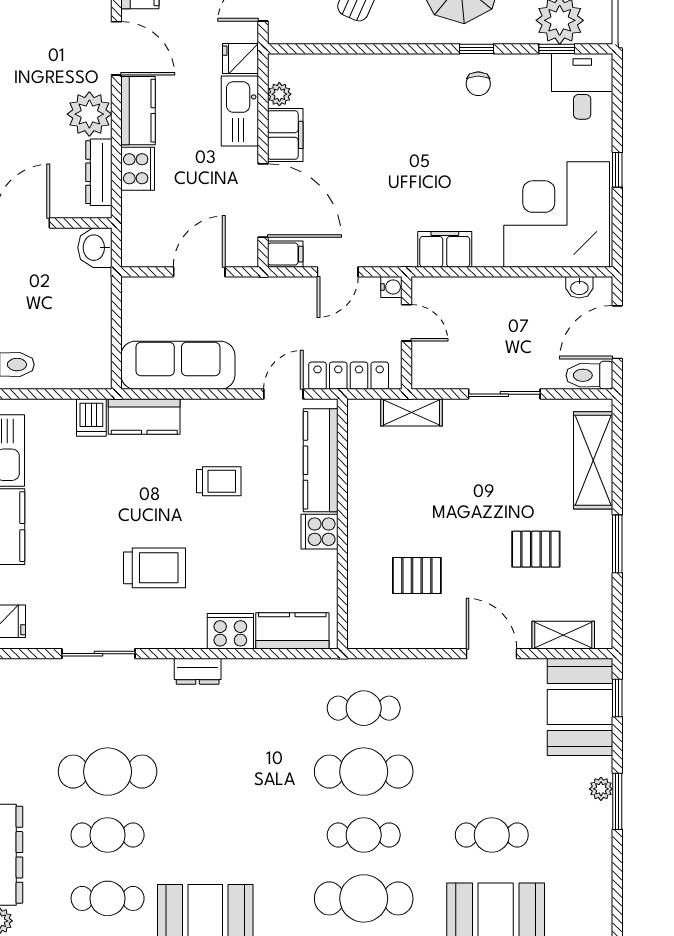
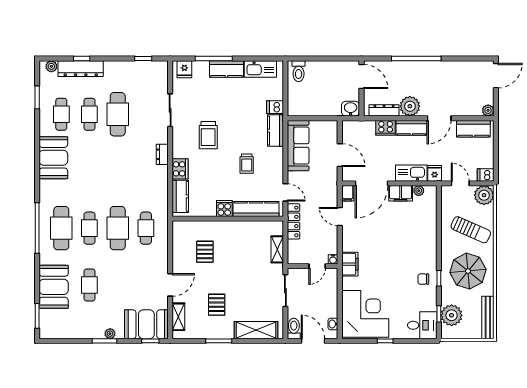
water cooler: (391, 287) -> (333, 259), moved
door: (407, 323) -> (317, 266), moved
wall: (407, 333) -> (313, 266), moved

